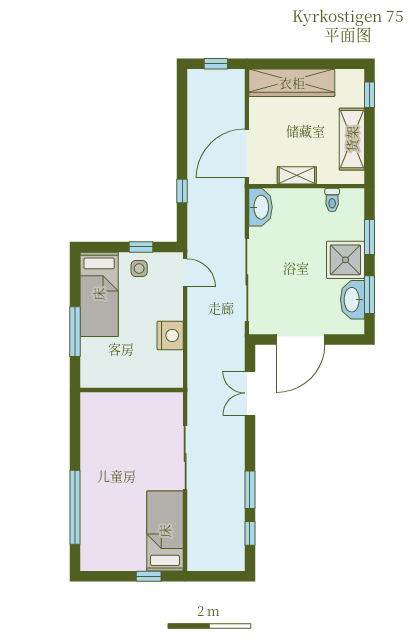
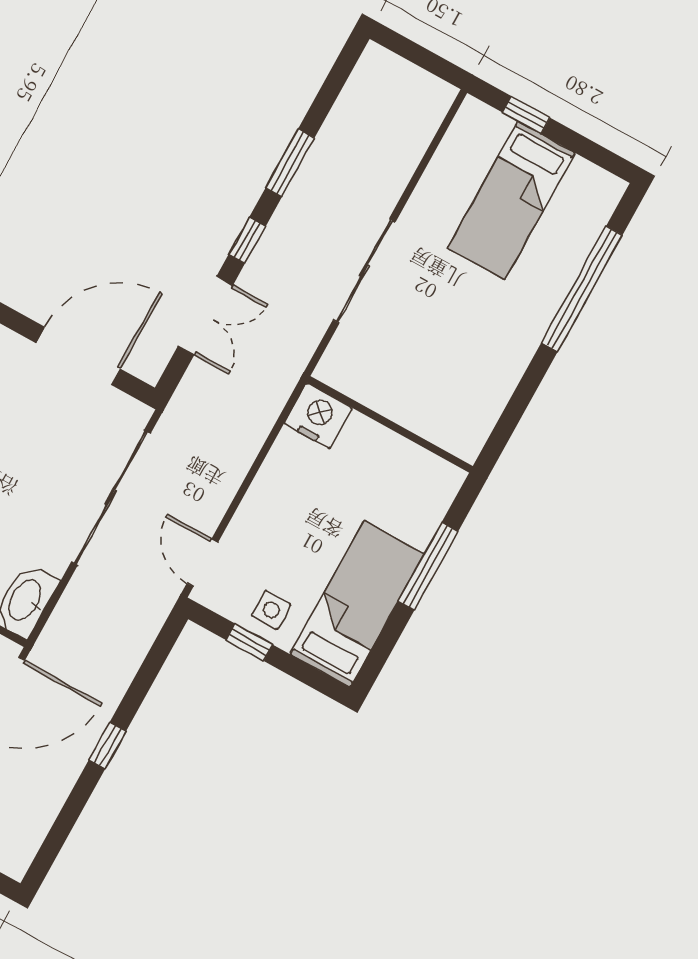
window: (182, 191) -> (107, 746), moved
nightstand: (170, 336) -> (318, 416), moved, turned 90
bed: (165, 531) -> (511, 200), moved
window: (250, 533) -> (247, 240), moved

